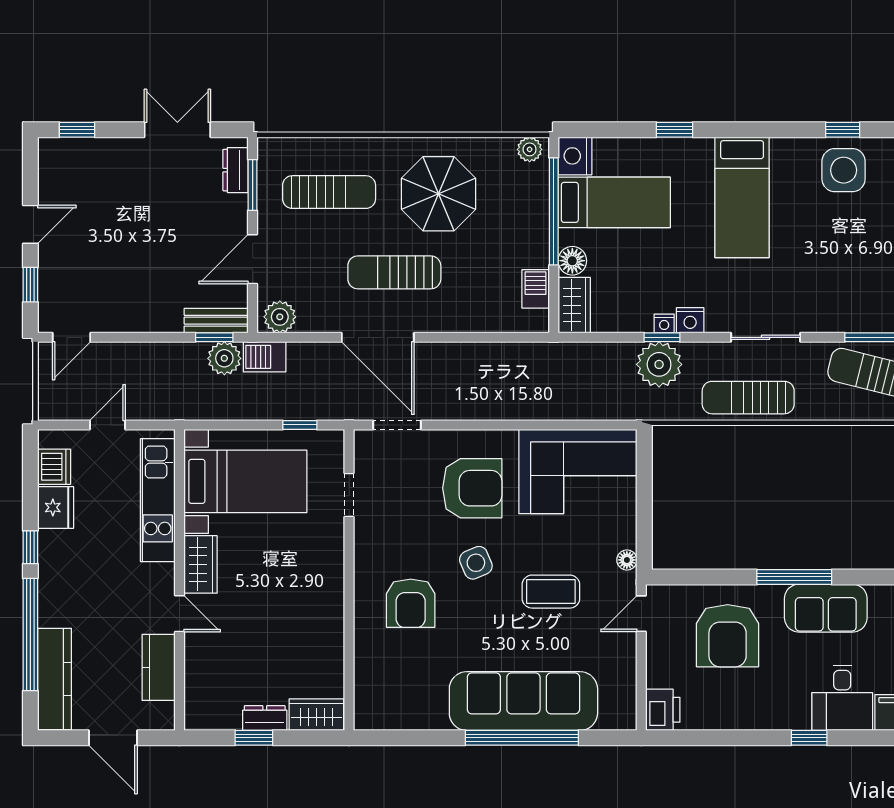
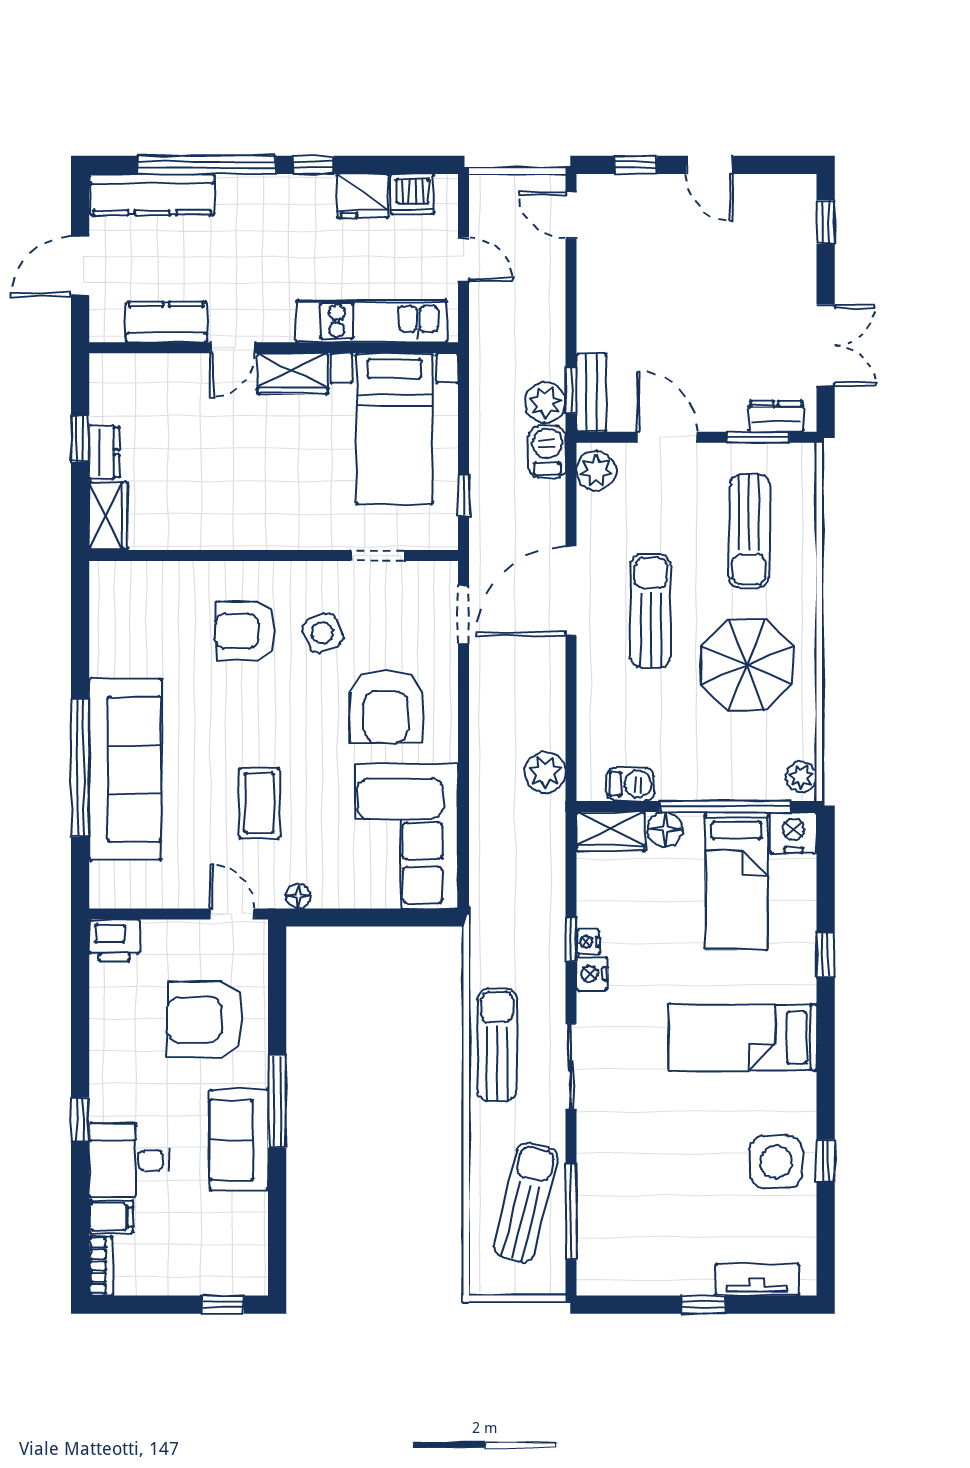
plant: (659, 364) -> (545, 773), moved, width x0.73, depth x0.73
side table: (476, 563) -> (323, 633), moved

